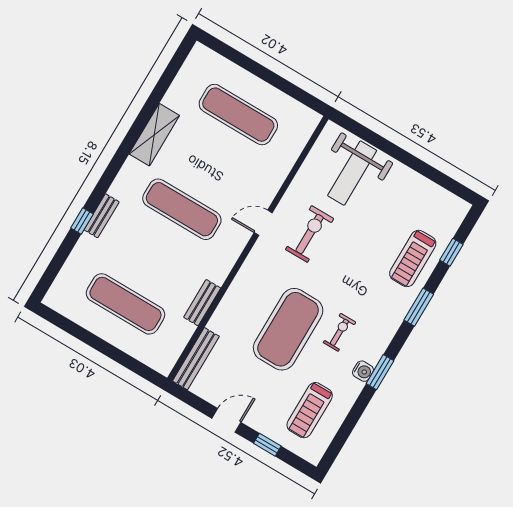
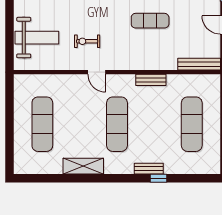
exercise bike: (310, 234) -> (87, 41), width x0.73, depth x0.72
bench: (202, 303) -> (151, 80), moved
exercise mat: (288, 329) -> (150, 21), width x0.50, depth x0.69

